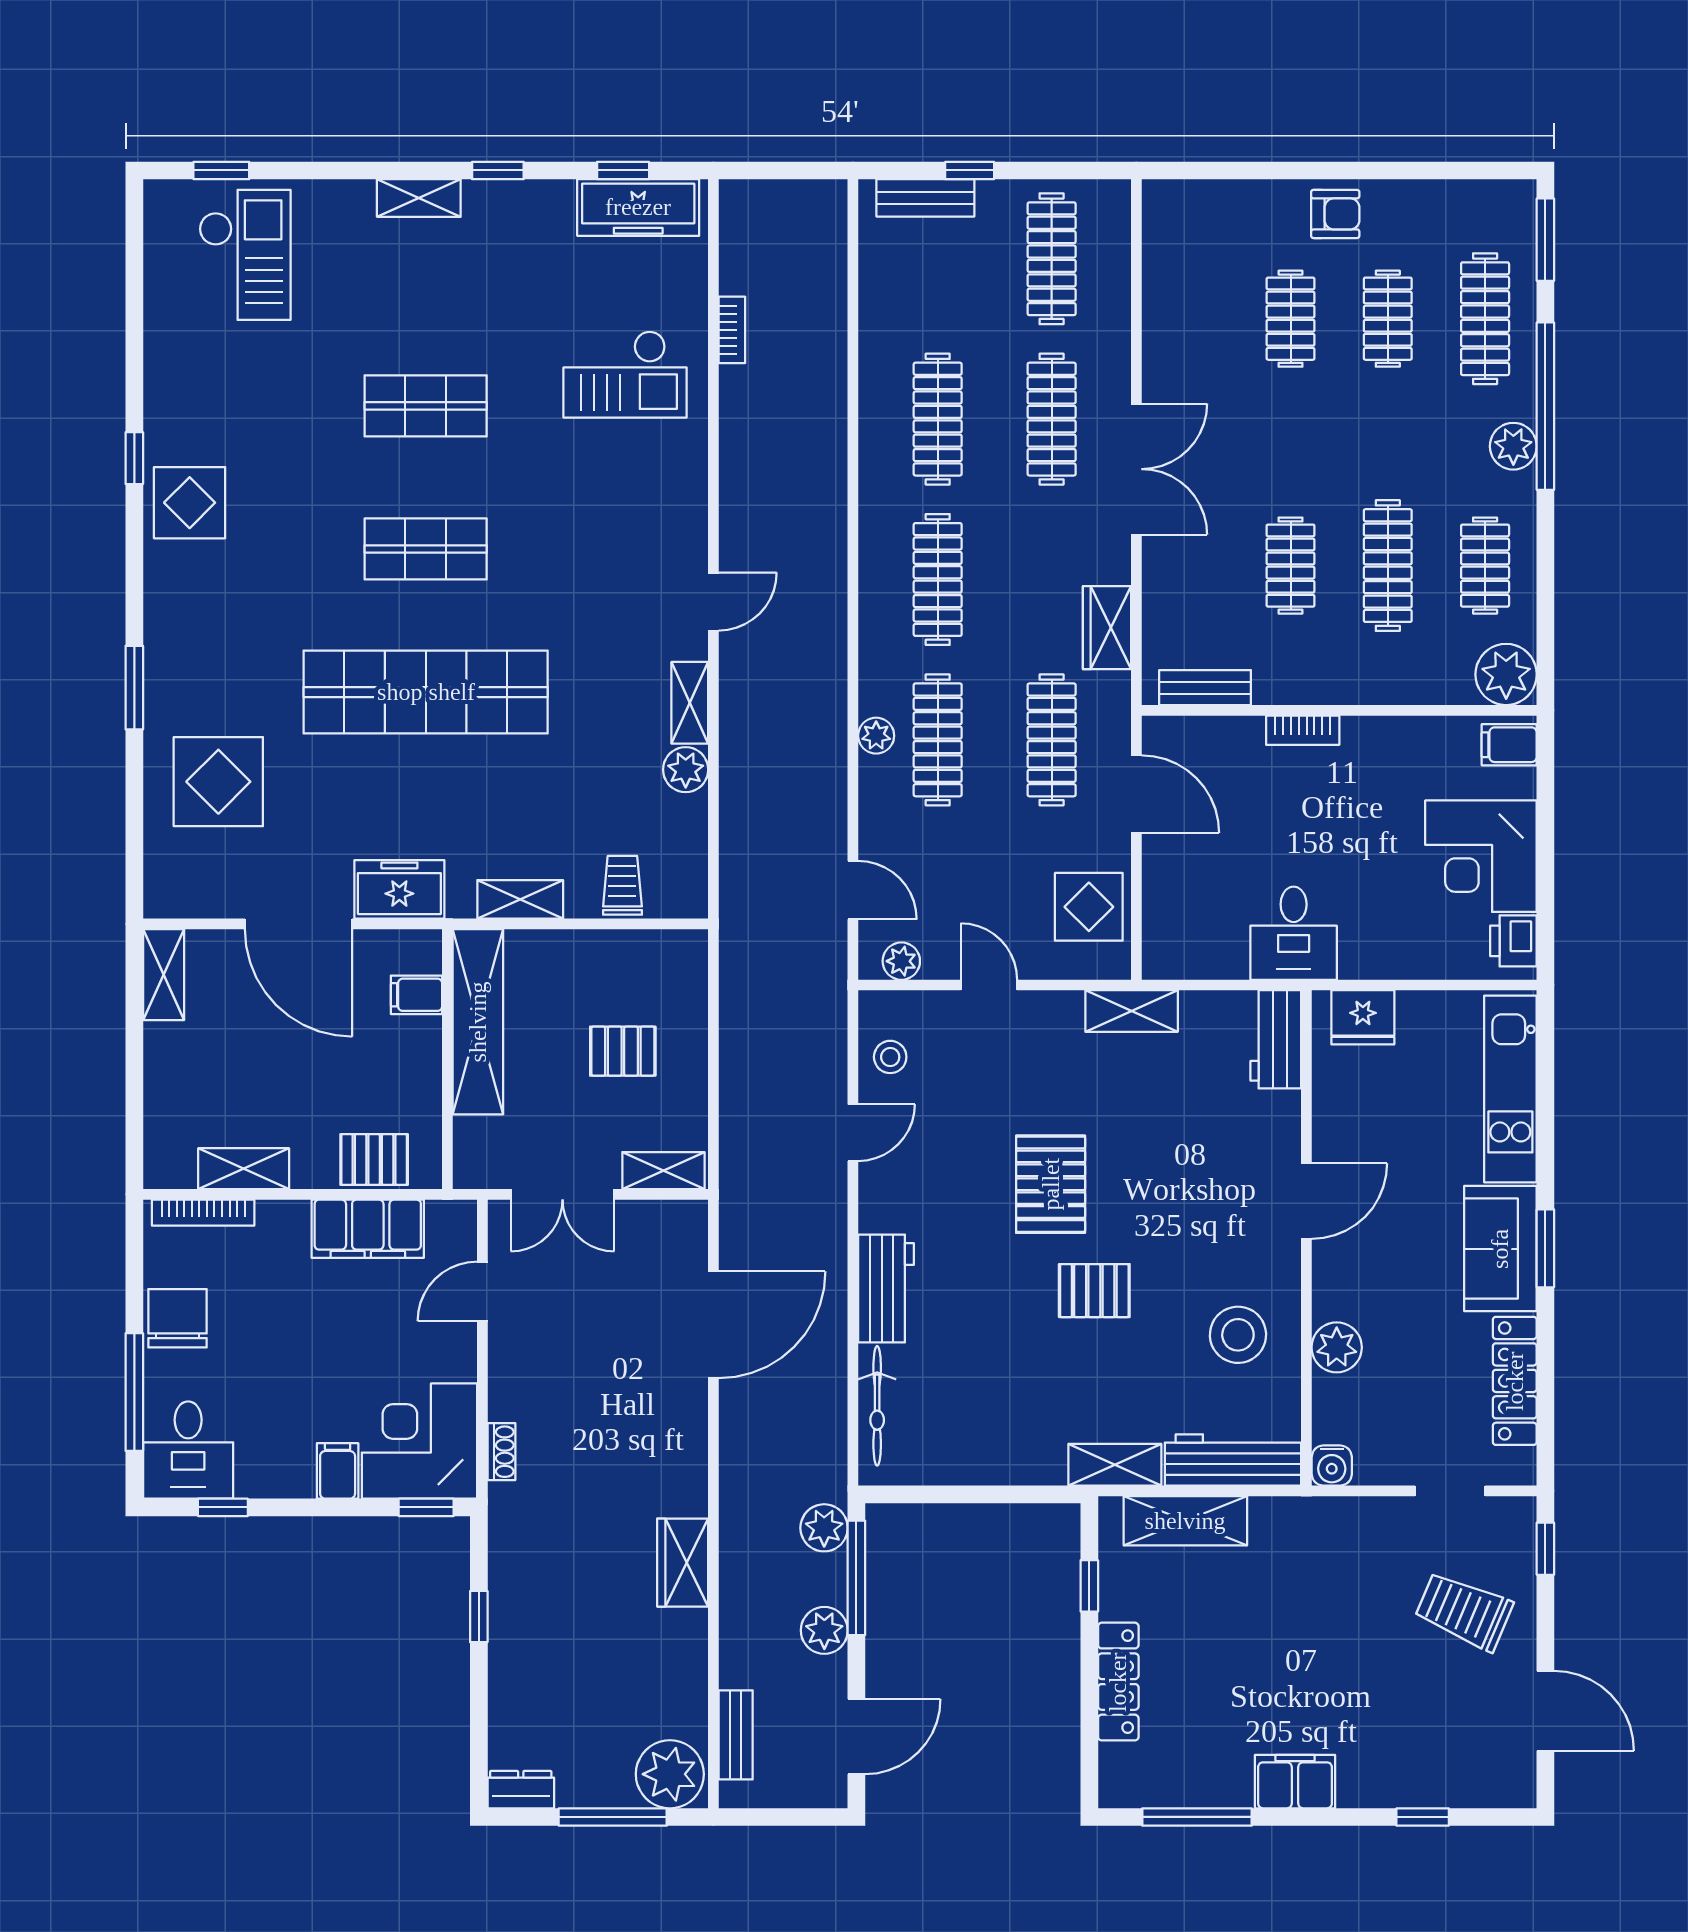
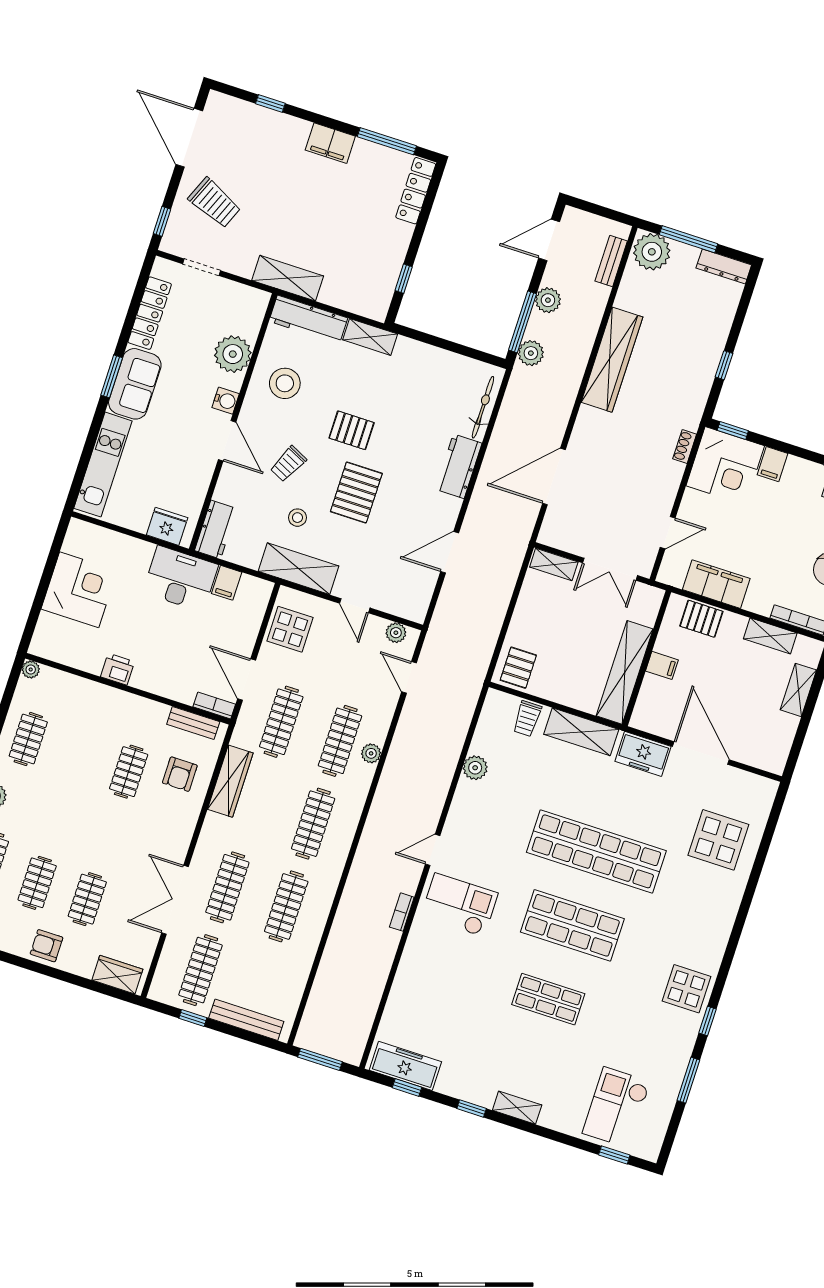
window: (791, 170) -> (320, 1059), added
window: (970, 170) -> (193, 1018), moved
bench: (925, 198) -> (246, 1020), width x1.36
wardrobe: (1195, 203) -> (117, 975), added
bookcase: (732, 330) -> (402, 912), moved
checkout: (625, 374) -> (459, 905), moved
double door: (1136, 469) -> (175, 900), moved
shop shelf: (426, 549) -> (572, 925), width x1.43, depth x1.36
clothes rail: (1388, 566) -> (78, 755), removed
armchair: (1199, 590) -> (180, 774), added
wardrobe: (1107, 628) -> (230, 781), width x1.50
plant: (1506, 674) -> (31, 670), width x0.53, depth x0.53
window: (134, 688) -> (688, 1080), moved
shelving: (690, 703) -> (462, 802), removed
bookcase: (1303, 730) -> (214, 705), moved
filing cabinet: (1509, 745) -> (227, 583), moved, turned 90
shelving: (520, 899) -> (581, 732), width x1.50, depth x1.33
desk: (1294, 933) -> (180, 579), width x1.37
printer: (1513, 941) -> (118, 669), moved, turned -90
shelving: (164, 975) -> (798, 690), moved
filing cabinet: (417, 995) -> (662, 665), moved
shelving: (1132, 1011) -> (299, 569), width x1.50, depth x1.33
pallet: (623, 1051) -> (518, 668), moved, turned 90
stool: (890, 1057) -> (297, 518), moved
door: (853, 1133) -> (450, 552), width x1.38
double door: (563, 1194) -> (610, 569), swing flipped
trolley: (1186, 1196) -> (288, 464), added
door: (1306, 1201) -> (227, 441), swing flipped
plant: (1337, 1347) -> (233, 354), width x1.36, depth x1.36
water cooler: (1332, 1466) -> (226, 401), moved, turned 90
shelving: (1185, 1521) -> (288, 278), moved
wardrobe: (683, 1563) -> (612, 360), width x2.10, depth x1.17
locker: (1118, 1682) -> (416, 191), moved
door: (1545, 1711) -> (189, 138), width x1.36
dresser: (521, 1790) -> (724, 266), width x1.44

